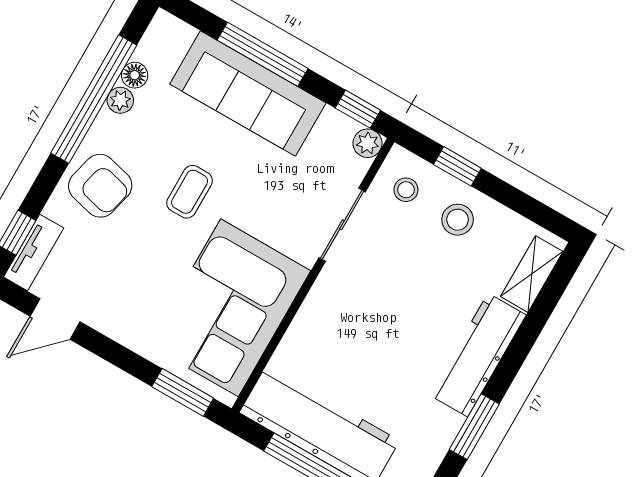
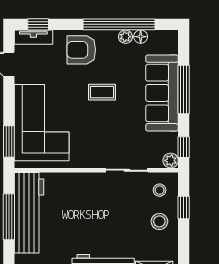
armchair: (100, 186) -> (81, 50), turned 76
corner sofa: (230, 308) -> (42, 123), moved, turned 90

